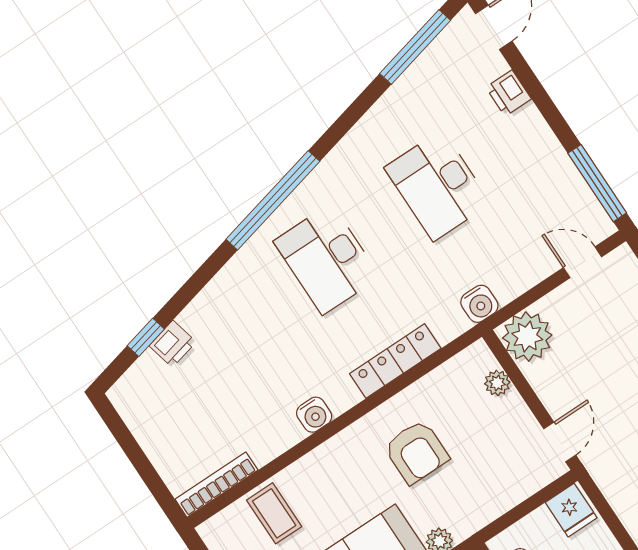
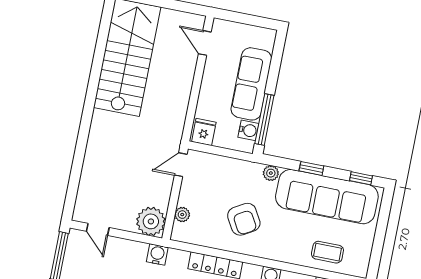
armchair: (416, 452) -> (244, 219), turned 150
coffee table: (274, 513) -> (327, 252), turned 90

